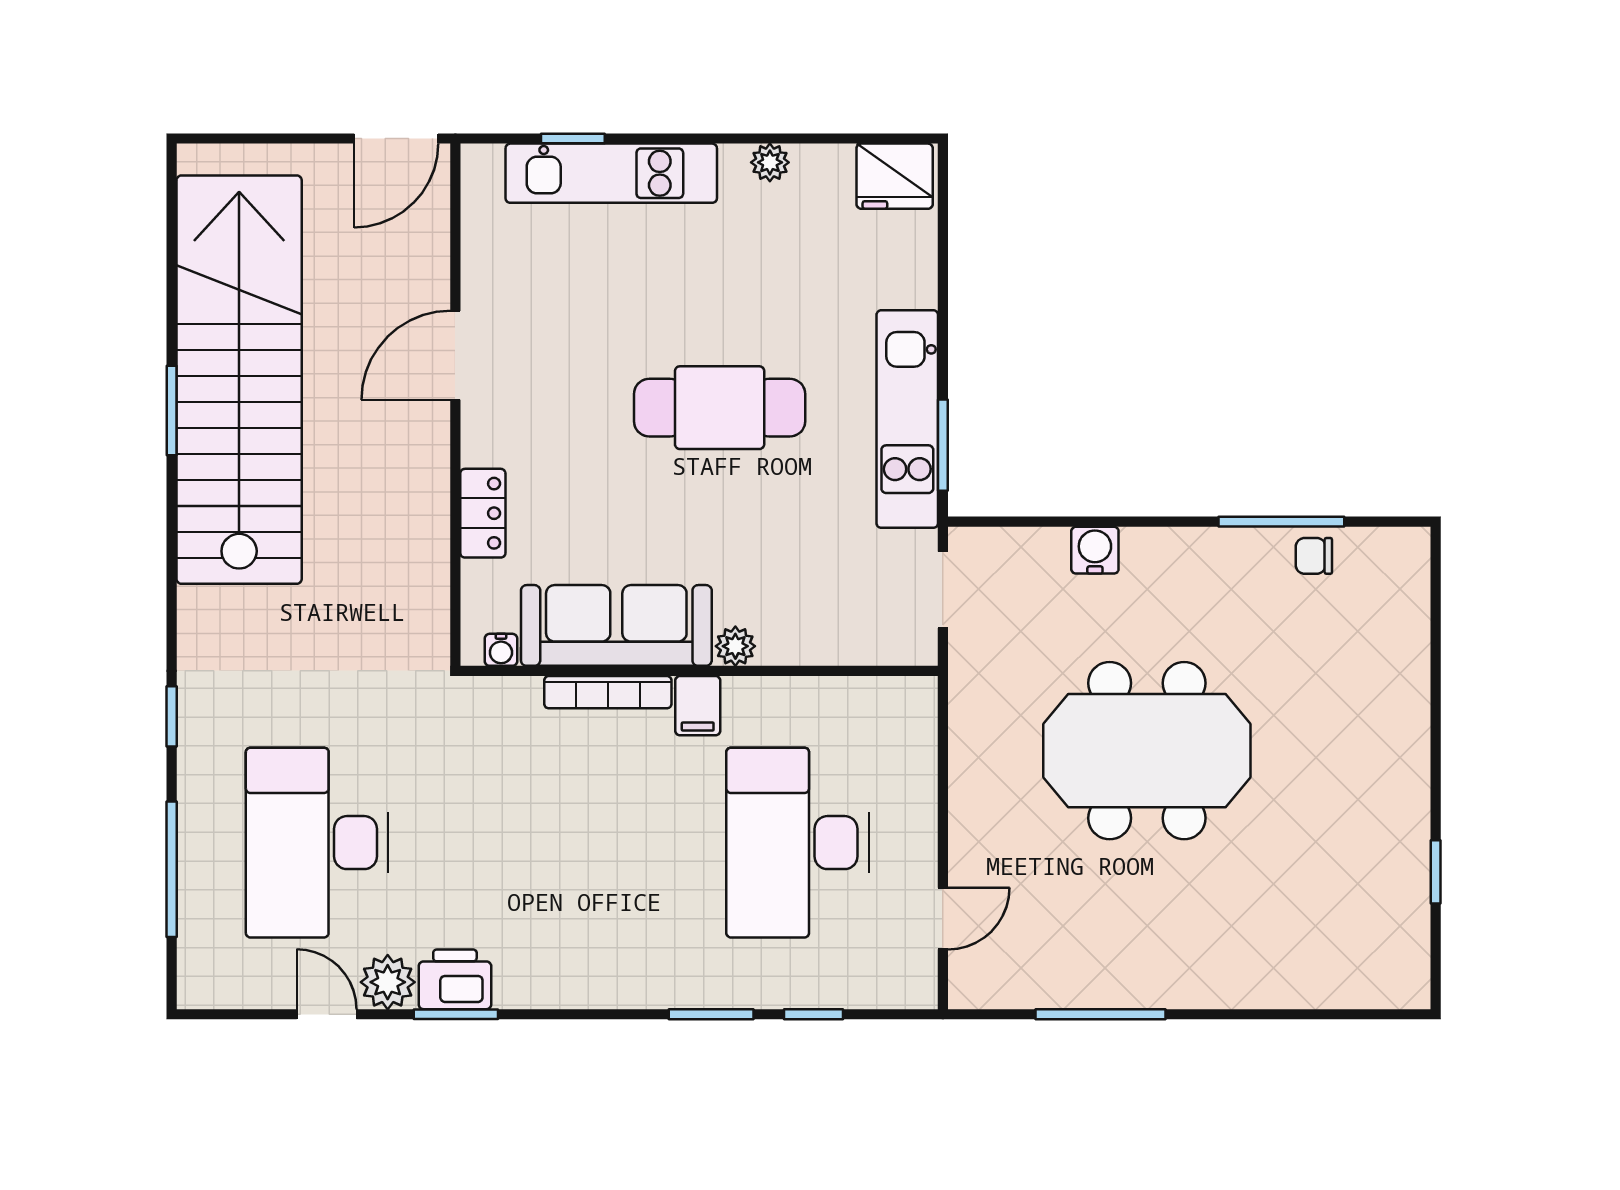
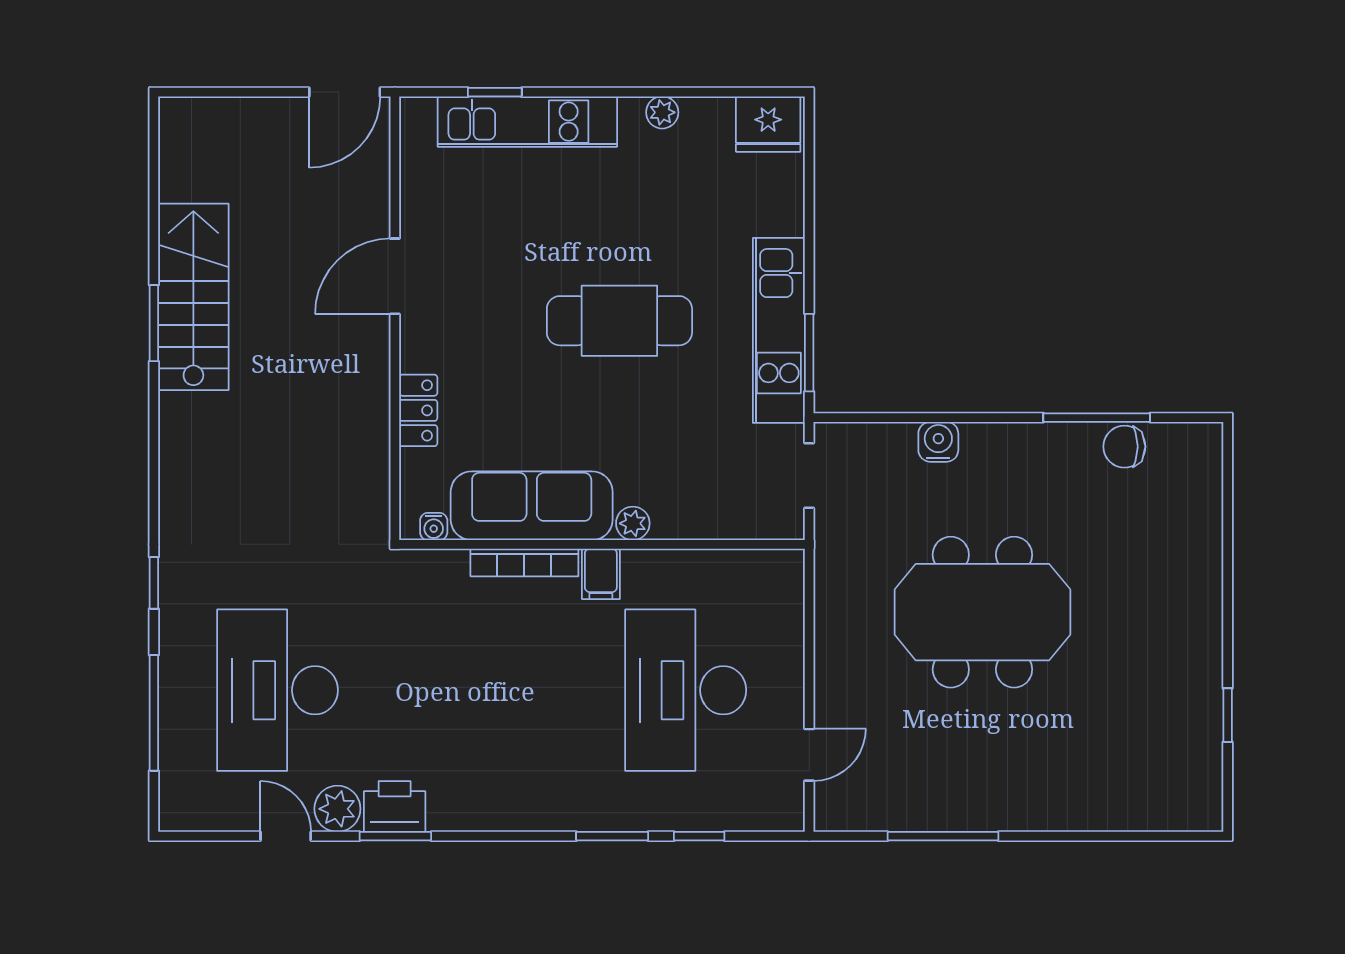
stairs: (239, 380) -> (193, 297), width x0.54, depth x0.66
chair: (1314, 556) -> (1124, 447), width x1.37, depth x1.37

